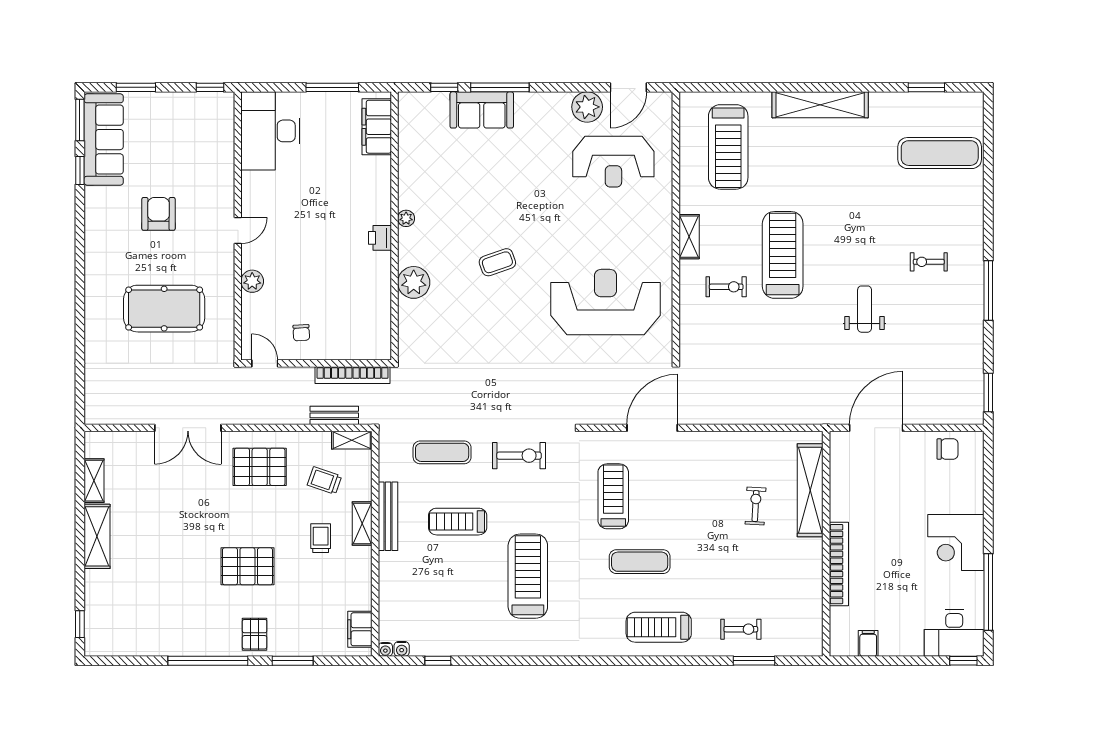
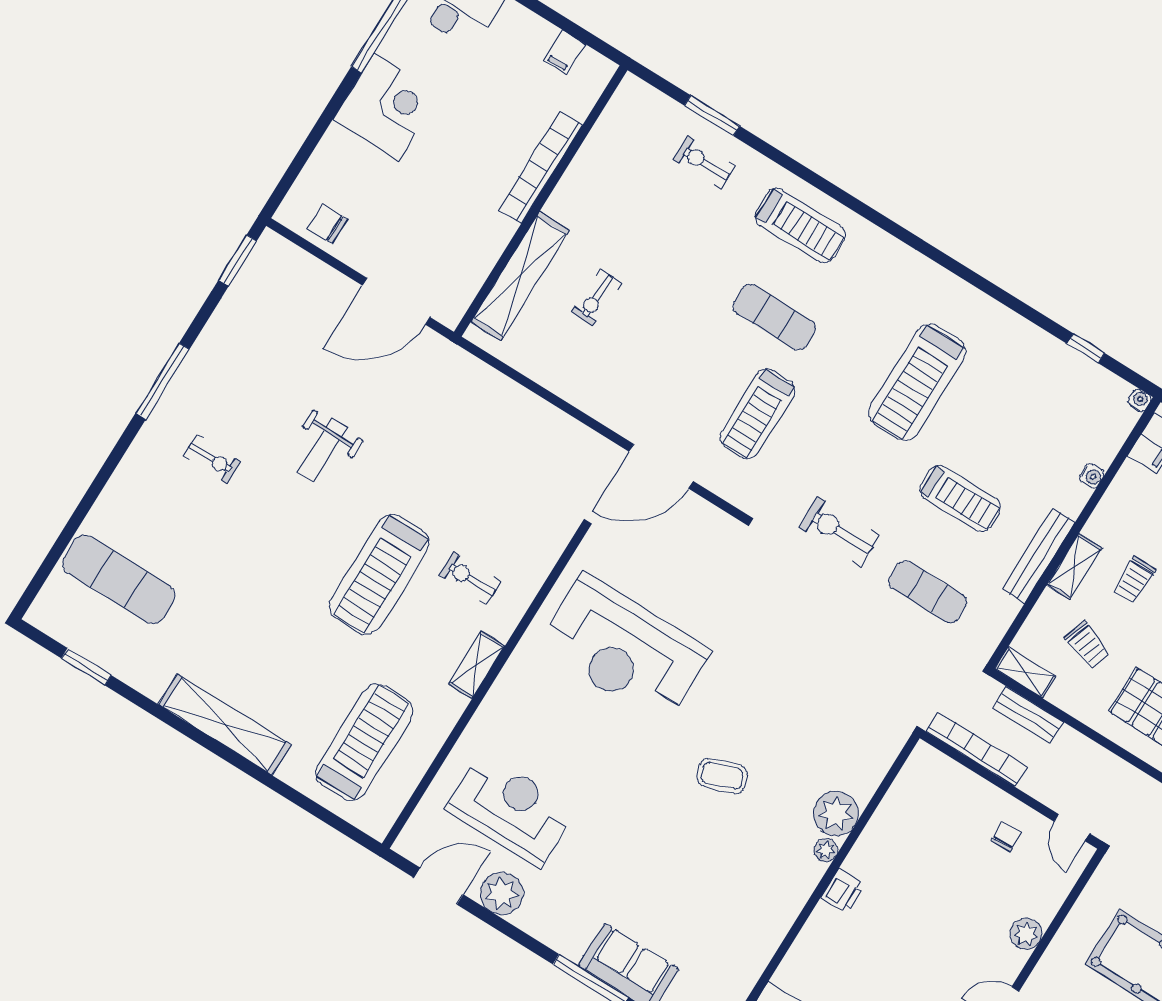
plant: (406, 218) -> (826, 850), moved
water cooler: (402, 649) -> (1092, 476), moved, turned 90

